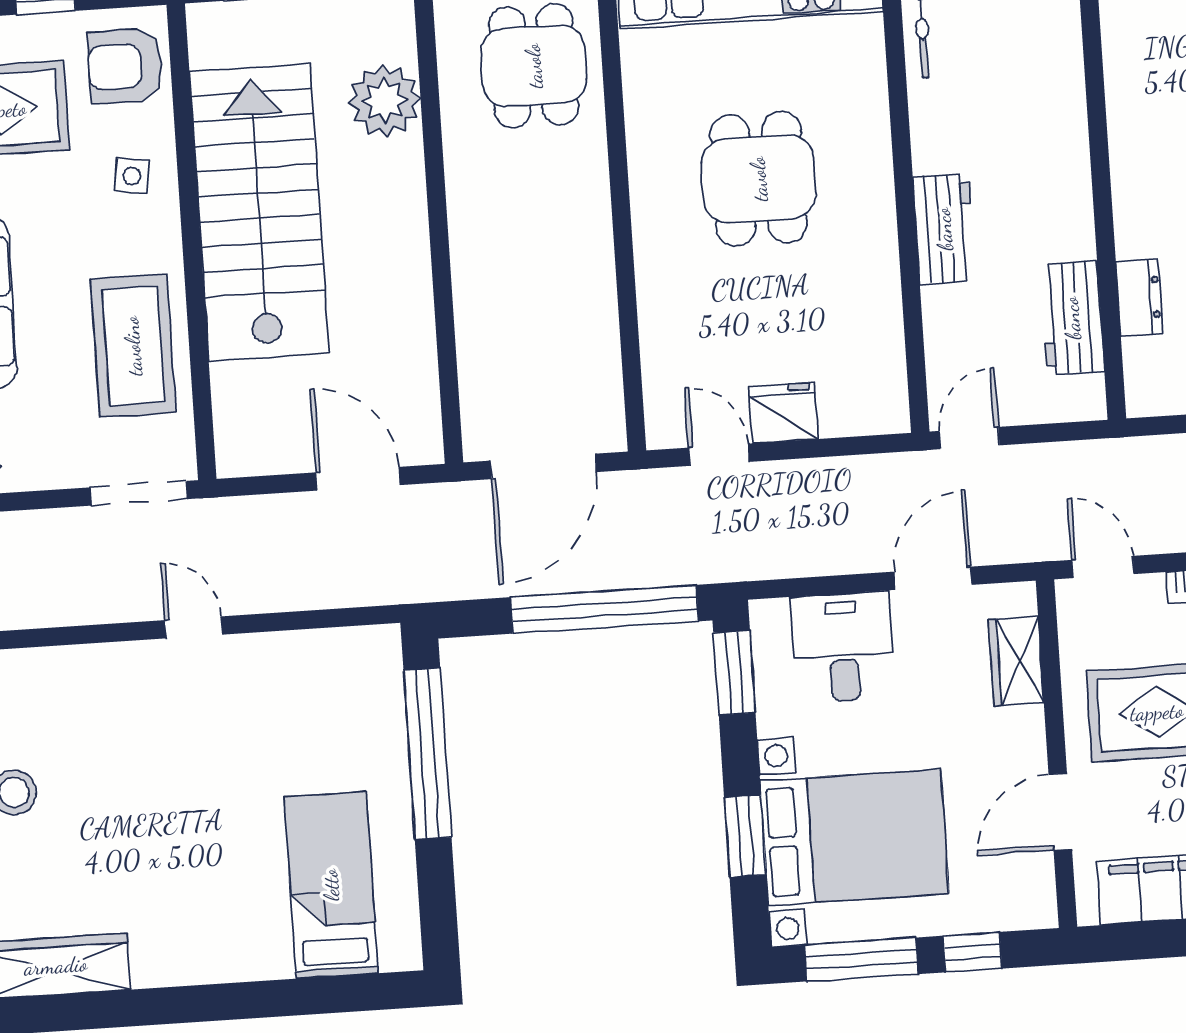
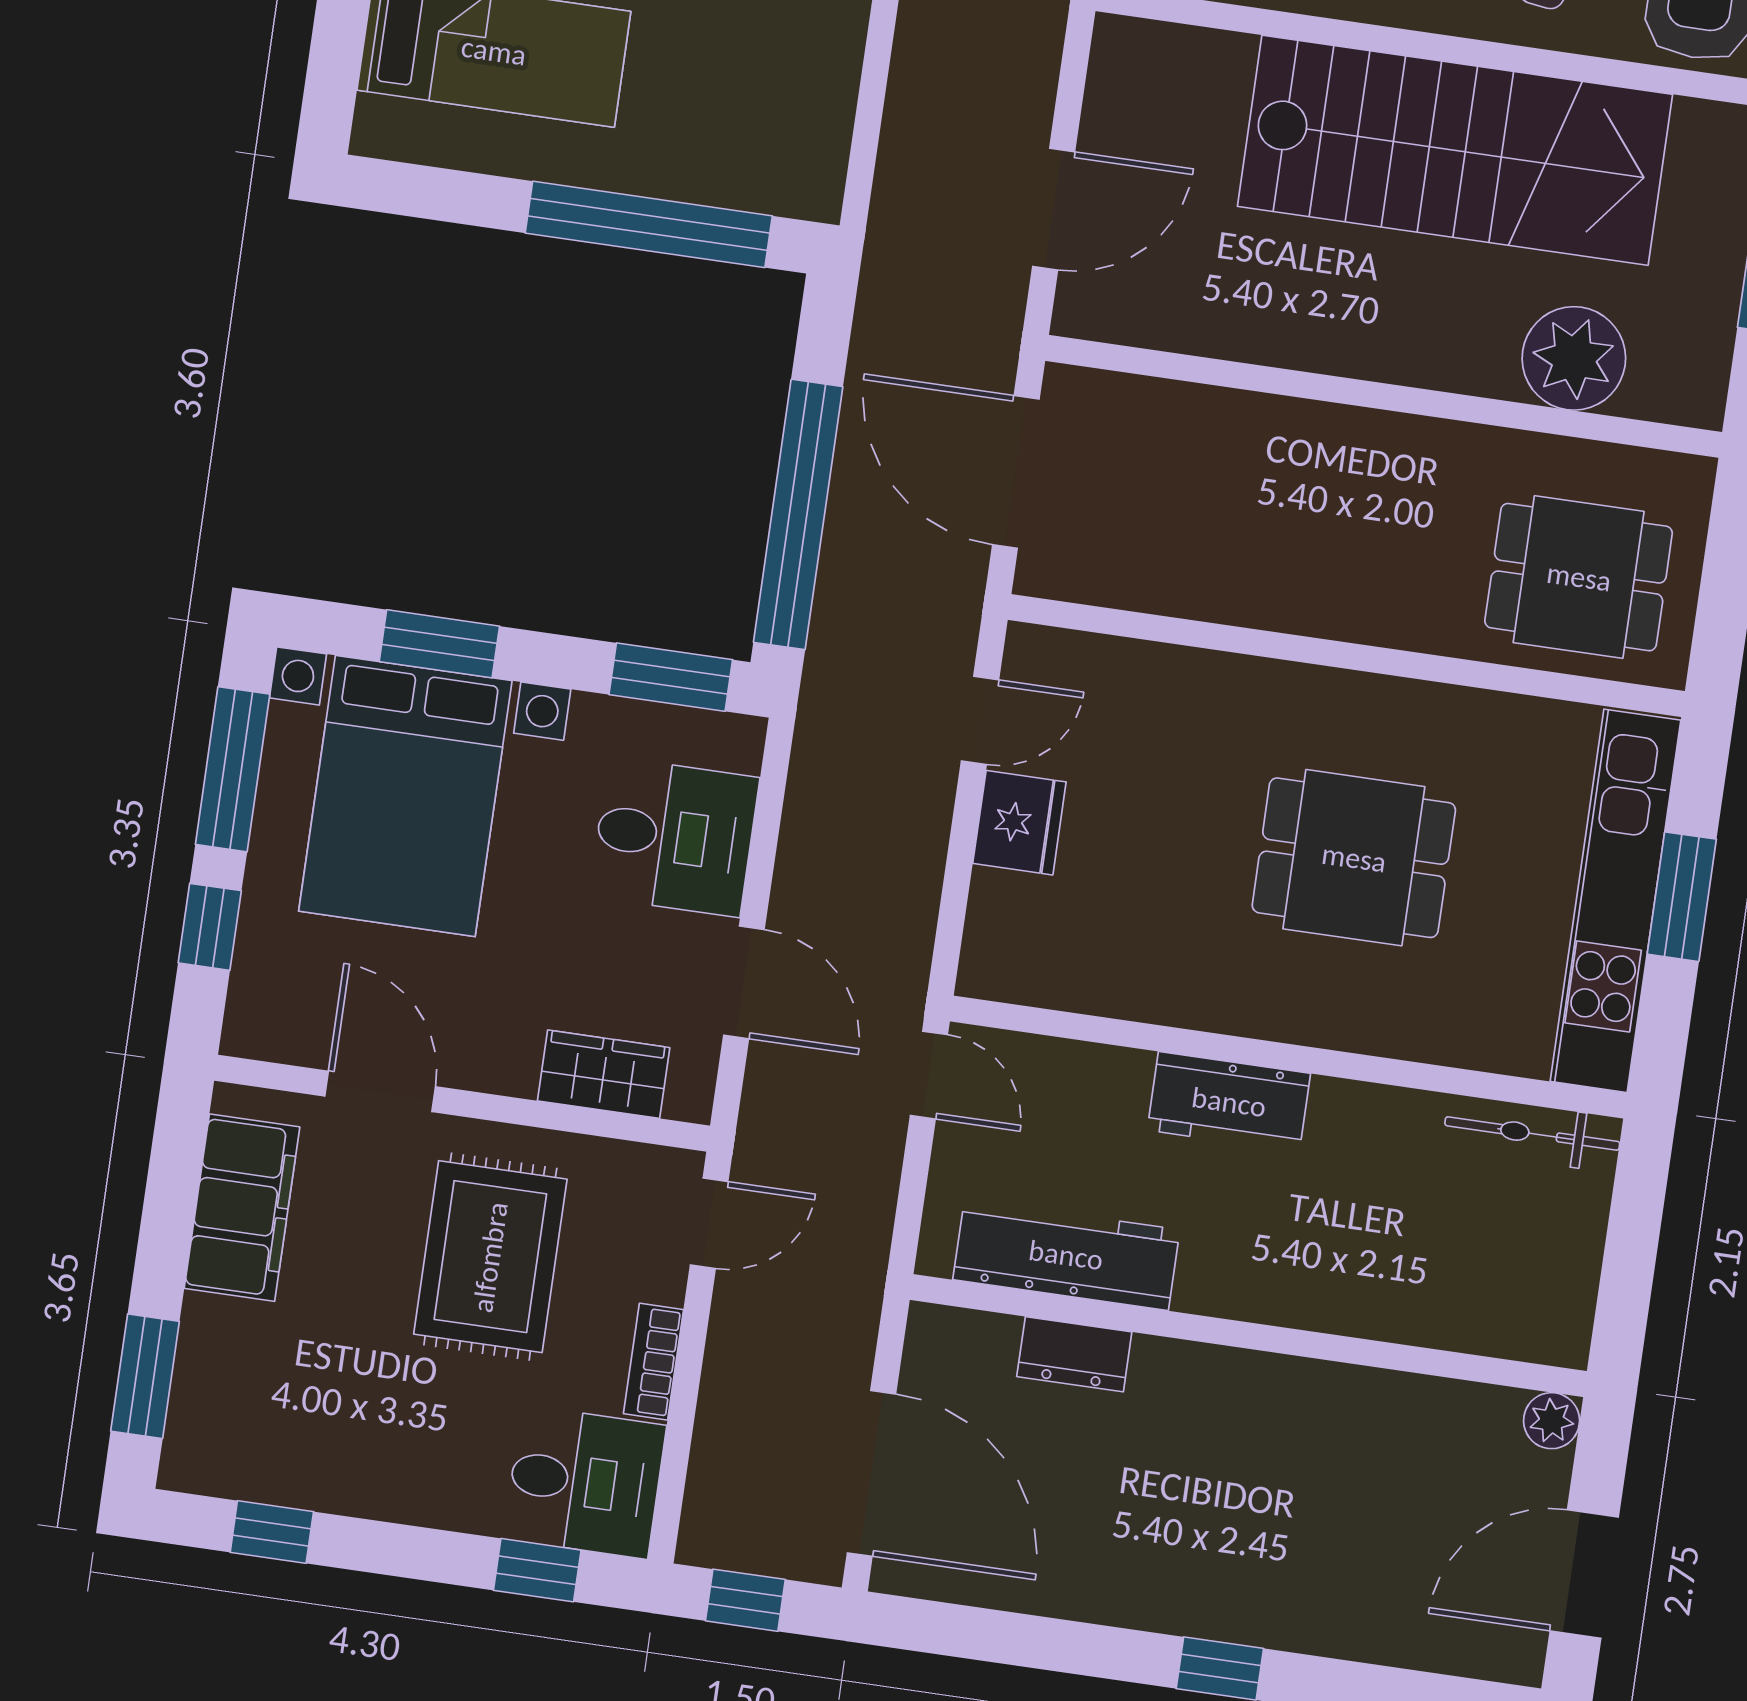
workbench: (1072, 318) -> (1066, 1255), width x1.38

